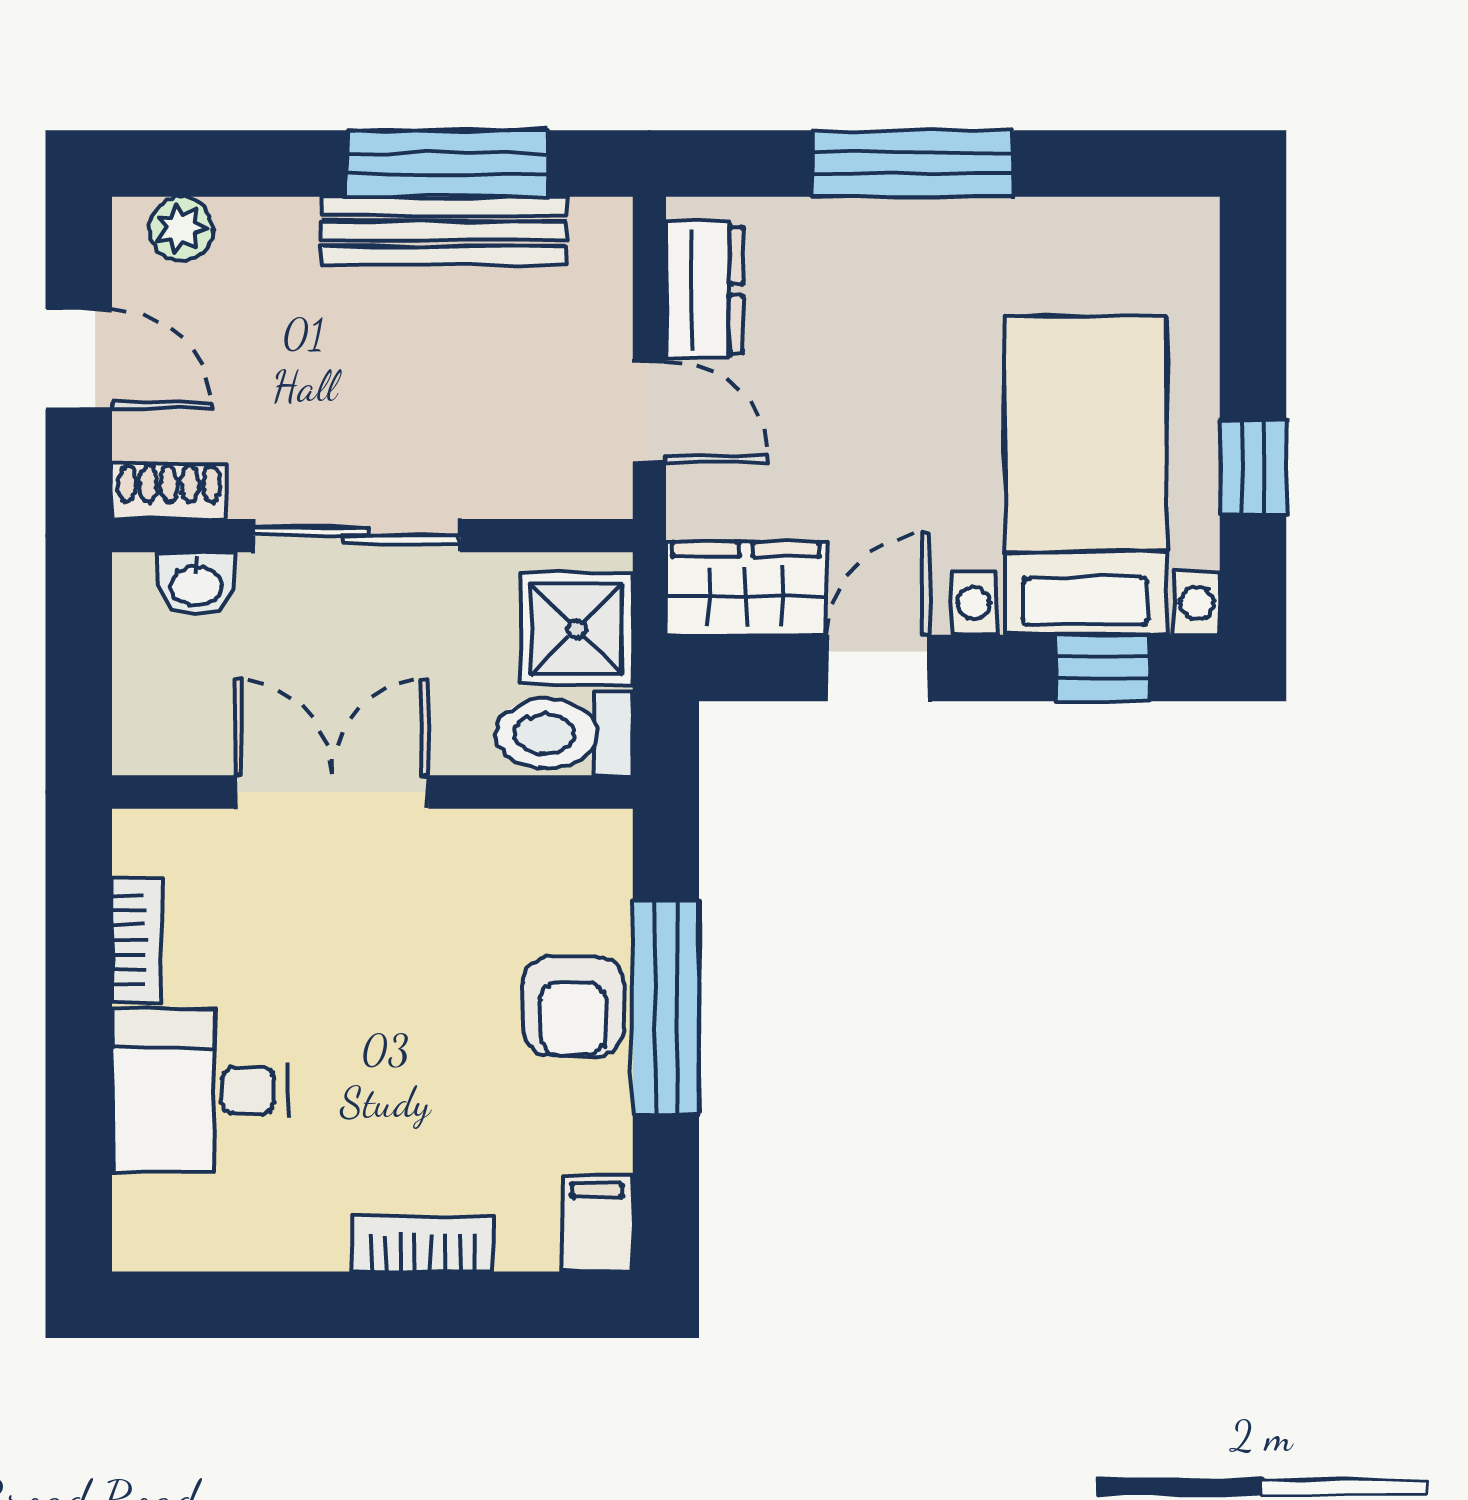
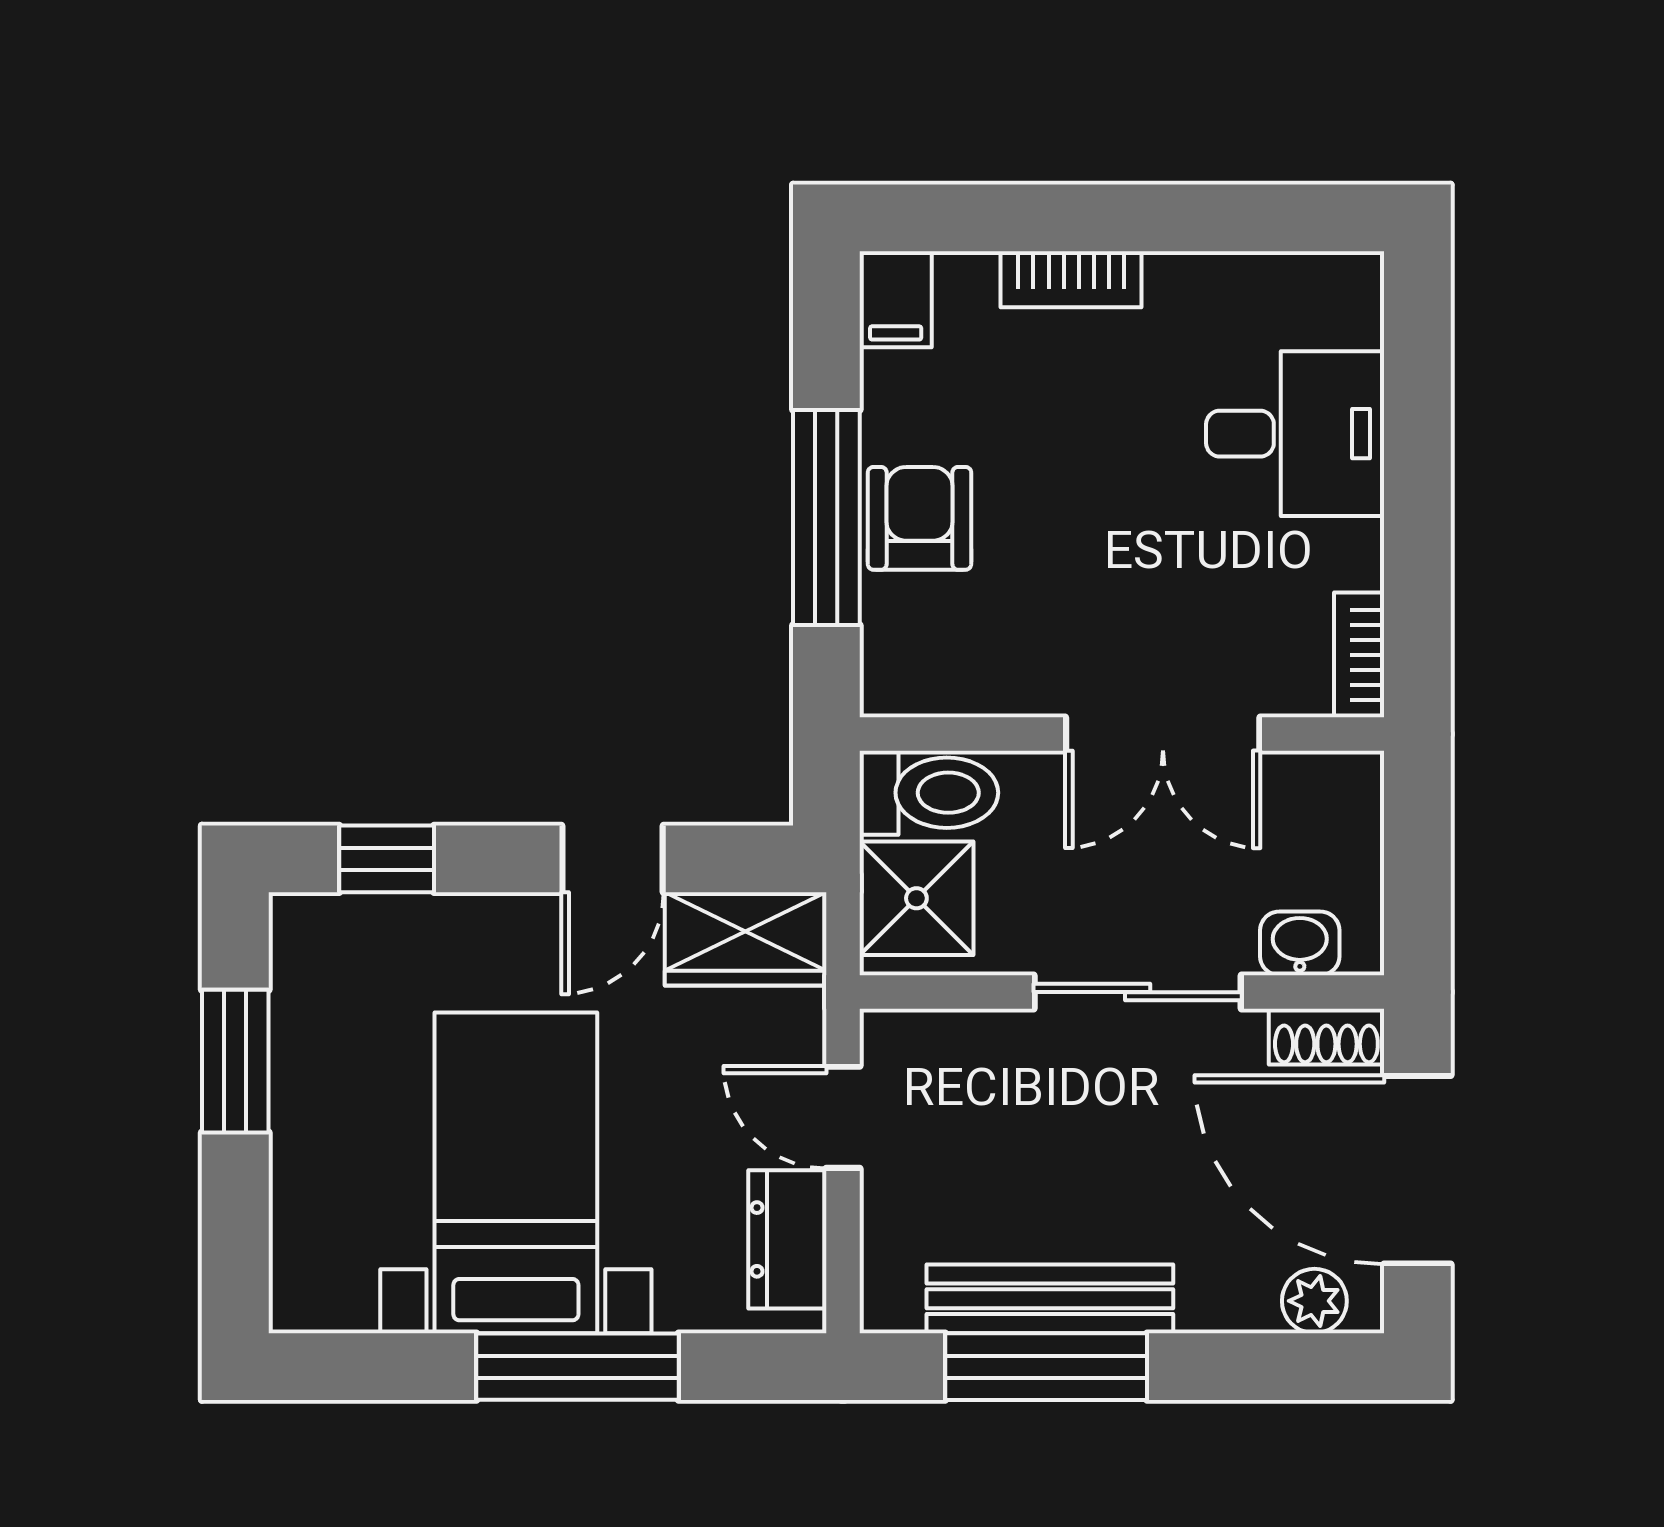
door: (79, 359) -> (1417, 1170), width x1.88
window: (1253, 467) -> (235, 1061), width x1.50
bed with nightstands: (1085, 476) -> (516, 1173), moved, turned 180
bookcase: (137, 940) -> (1359, 655), moved

